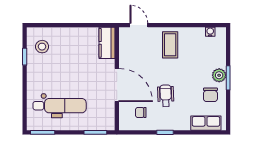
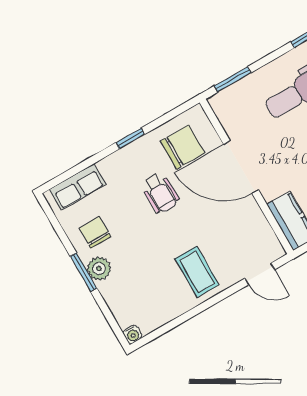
water cooler: (210, 32) -> (132, 334), moved
chair: (141, 112) -> (183, 147), width x1.87, depth x1.87

